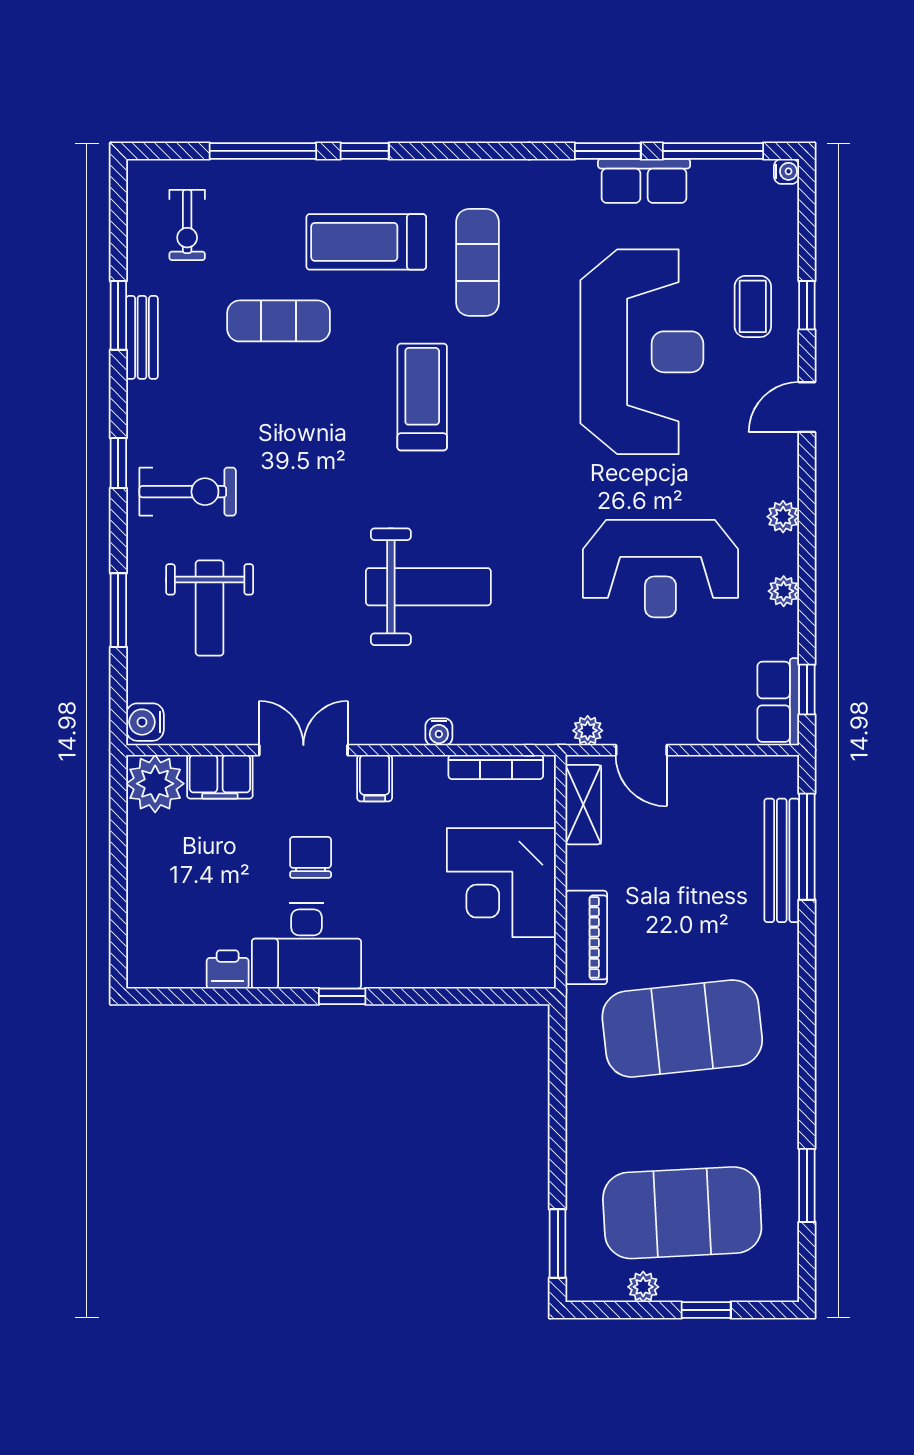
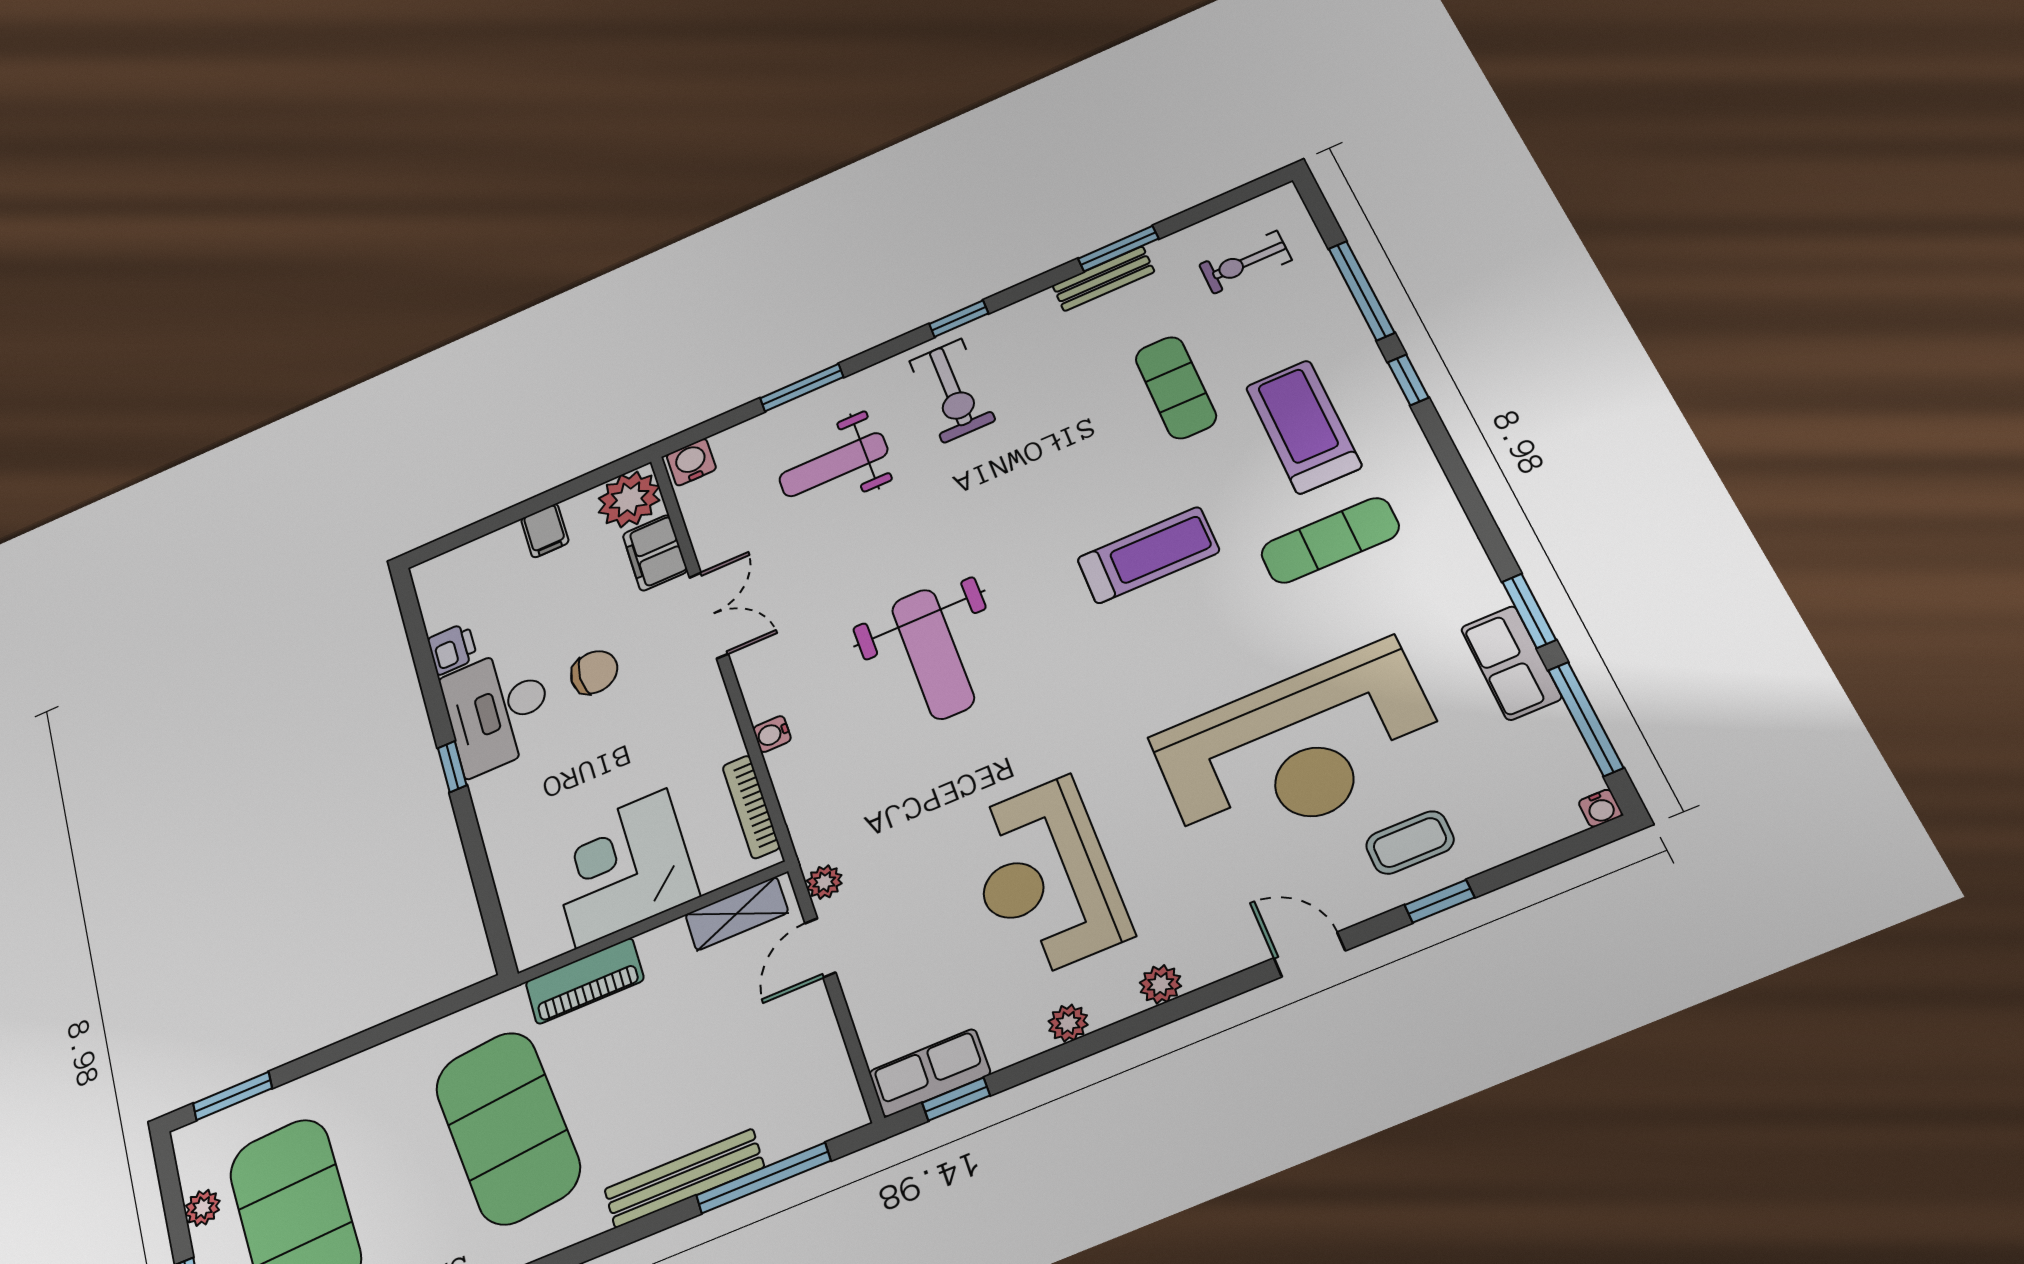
filing cabinet: (375, 778) -> (545, 531), moved, turned -90
bench: (782, 860) -> (684, 1178), moved

